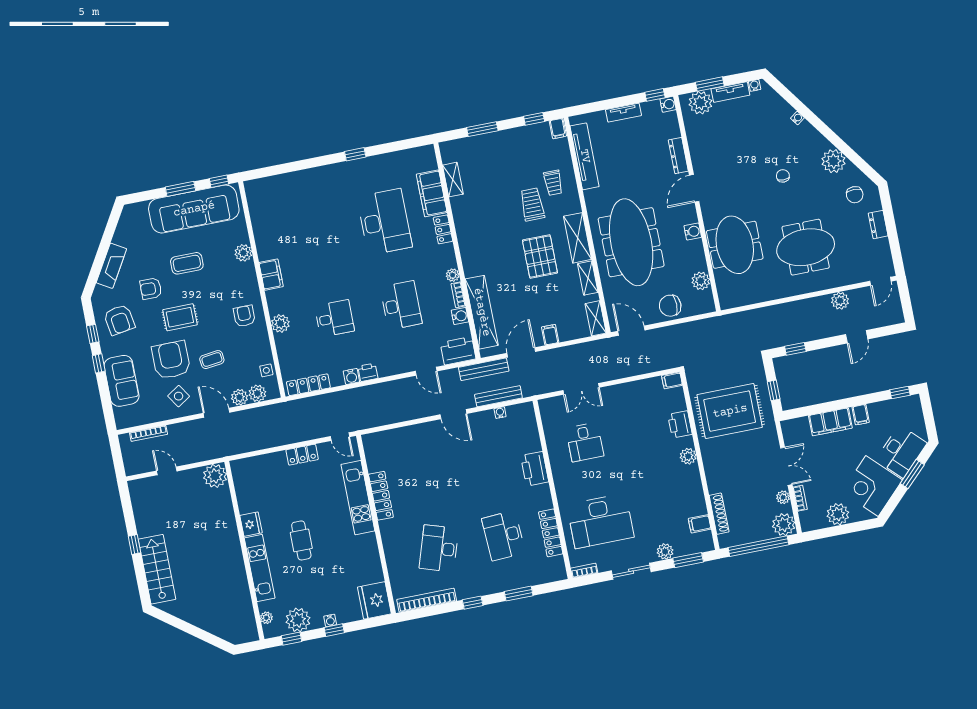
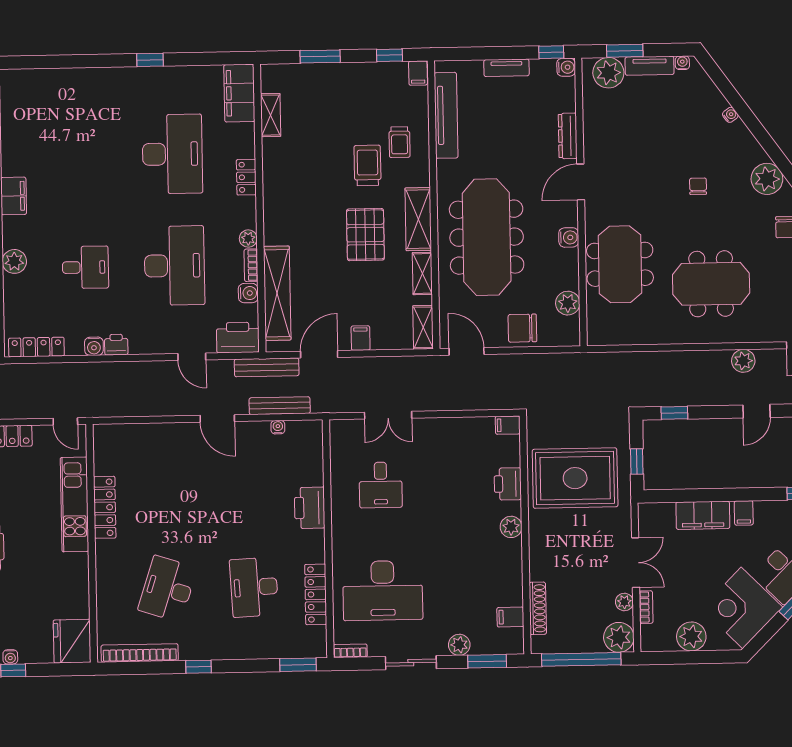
filing cabinet: (432, 193) -> (239, 93), moved
desk: (401, 305) -> (174, 266), width x1.36, depth x1.30
window: (519, 594) -> (298, 665), moved

